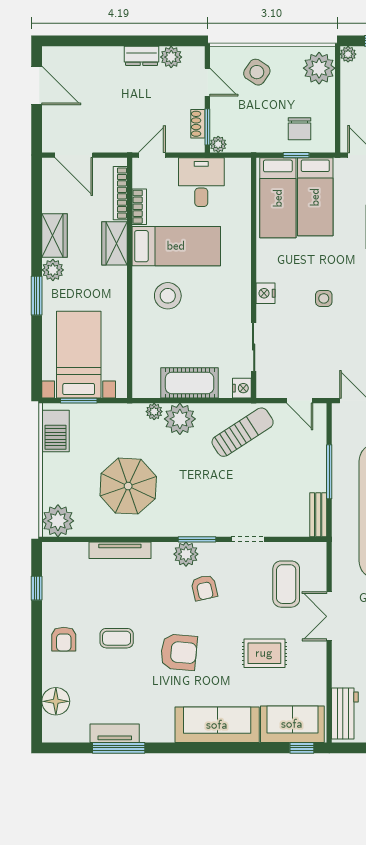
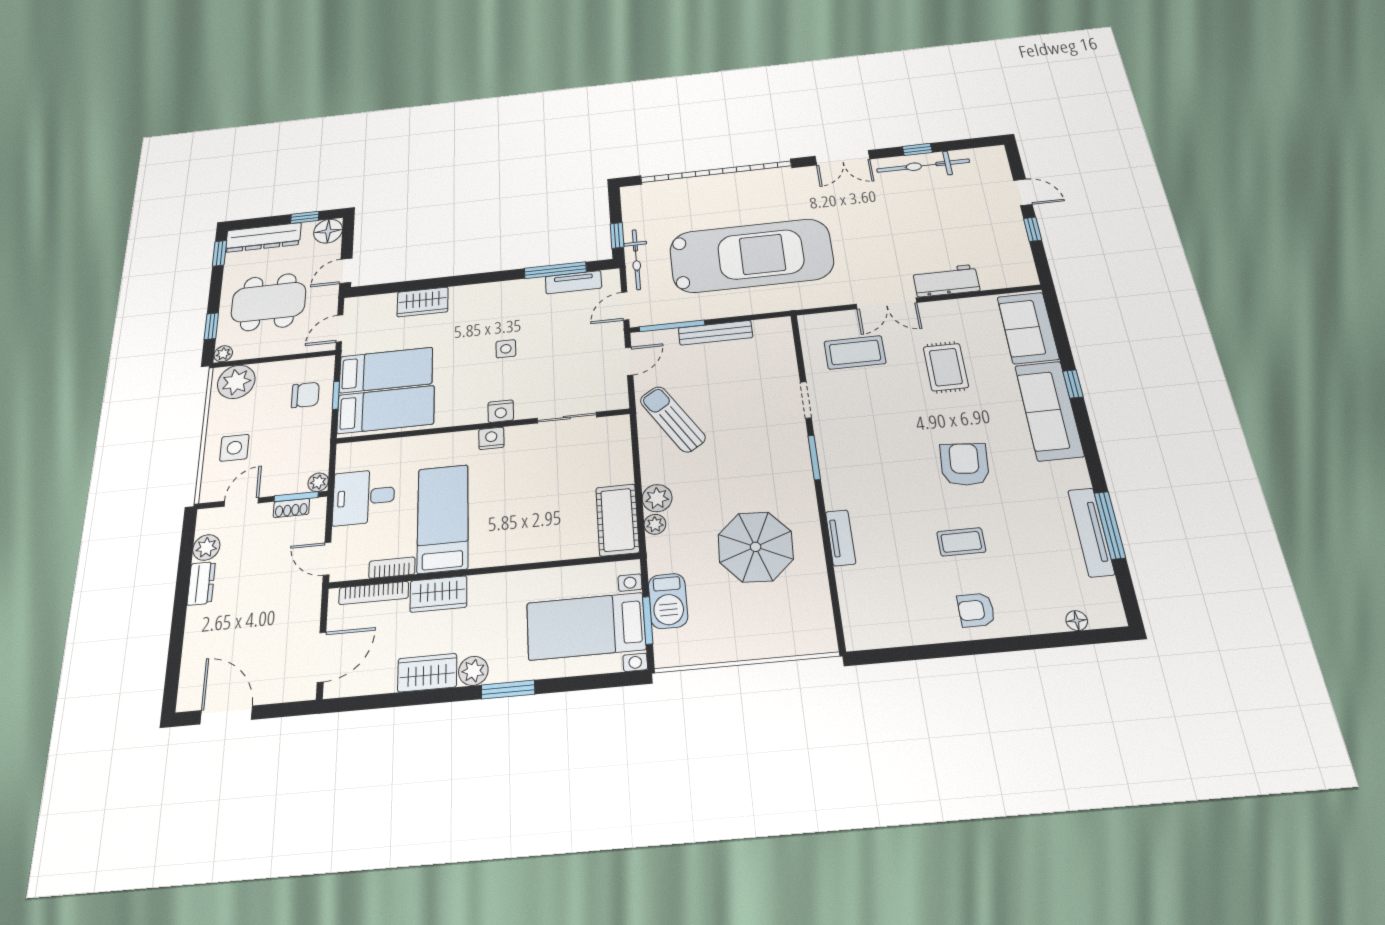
side table: (257, 72) -> (234, 448), turned -34
door: (37, 85) -> (226, 715), hinge flipped
stool: (168, 296) -> (506, 522), removed
cot: (190, 383) -> (617, 520), moved
nightstand: (242, 388) -> (491, 438), moved
plant: (180, 419) -> (657, 498), width x0.73, depth x0.73
barbecue: (56, 431) -> (668, 601), moved, turned 90
window: (329, 472) -> (672, 326), moved
bench: (318, 515) -> (715, 333), moved, width x1.36
plant: (58, 521) -> (814, 633), removed
tv unit: (120, 550) -> (841, 538), width x0.71
plant: (186, 554) -> (835, 468), removed
window: (37, 588) -> (912, 653), removed
armchair: (204, 588) -> (875, 443), removed
coffee table: (117, 638) -> (961, 542), turned 90
armchair: (64, 639) -> (976, 610), turned 180
floor lamp: (56, 701) -> (1077, 621), width x0.53, depth x0.53
workbench: (345, 713) -> (946, 281), moved
tv unit: (115, 733) -> (1091, 532), width x1.41
window: (302, 748) -> (1073, 384), moved

